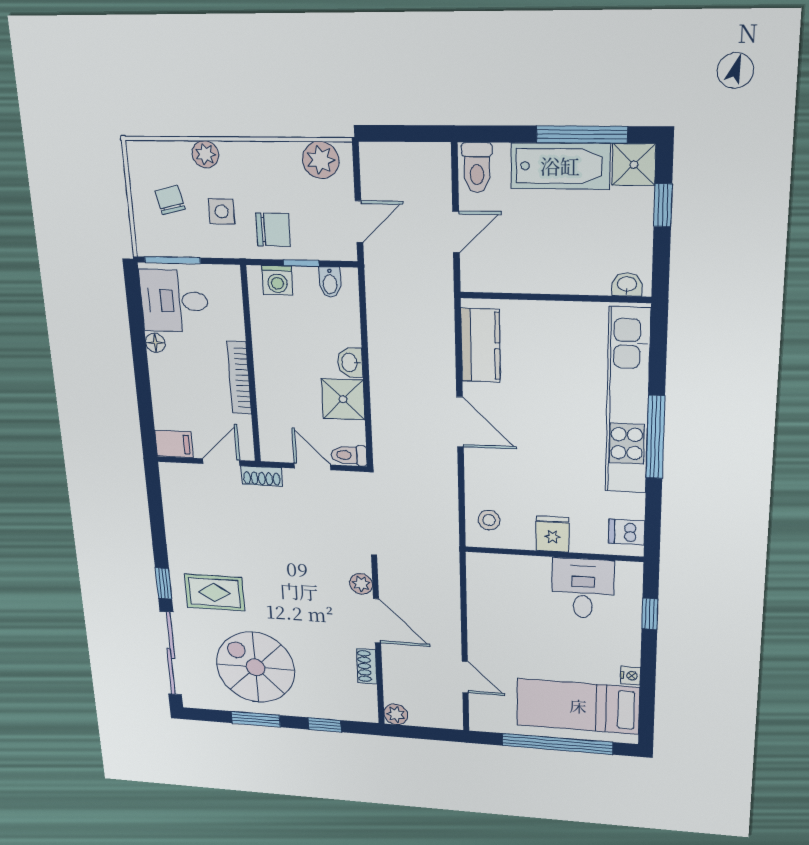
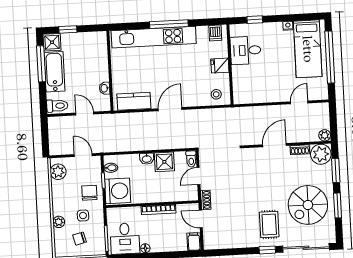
washing machine: (277, 280) -> (118, 191), width x1.89, depth x1.89
washbasin: (627, 285) -> (104, 88), moved
plant: (361, 584) -> (321, 154), moved, width x1.87, depth x1.87
window: (325, 725) -> (336, 170), width x1.50

